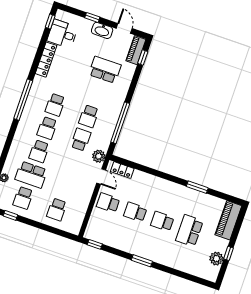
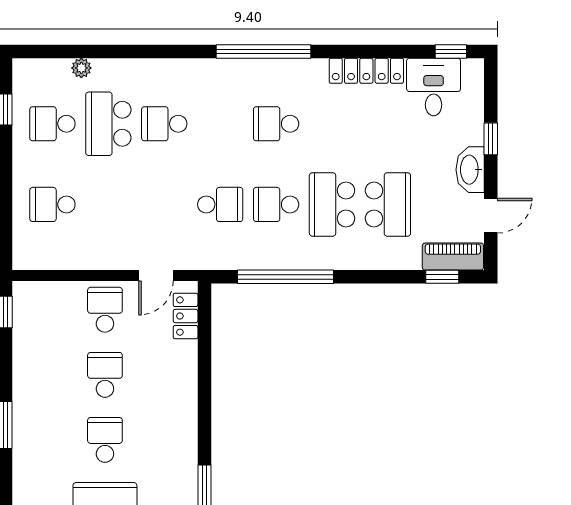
school desk: (47, 128) -> (332, 204), moved, width x1.85
plant: (99, 156) -> (198, 255), removed

